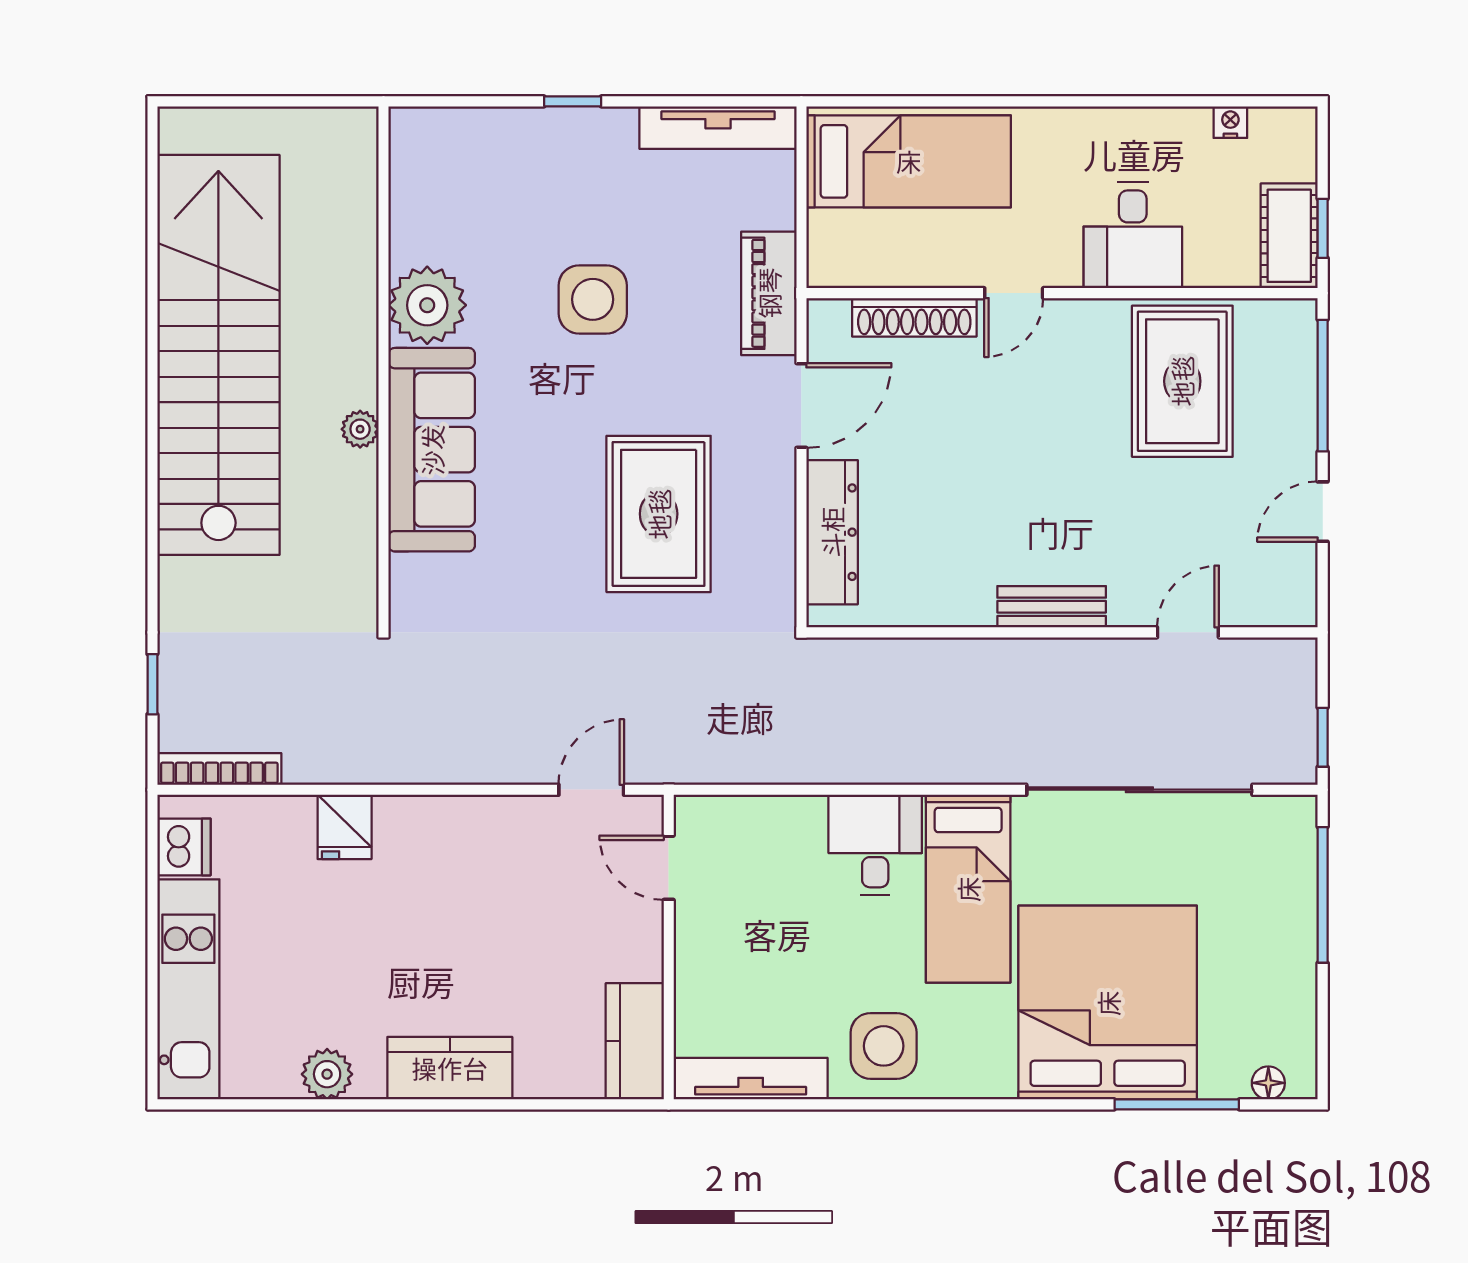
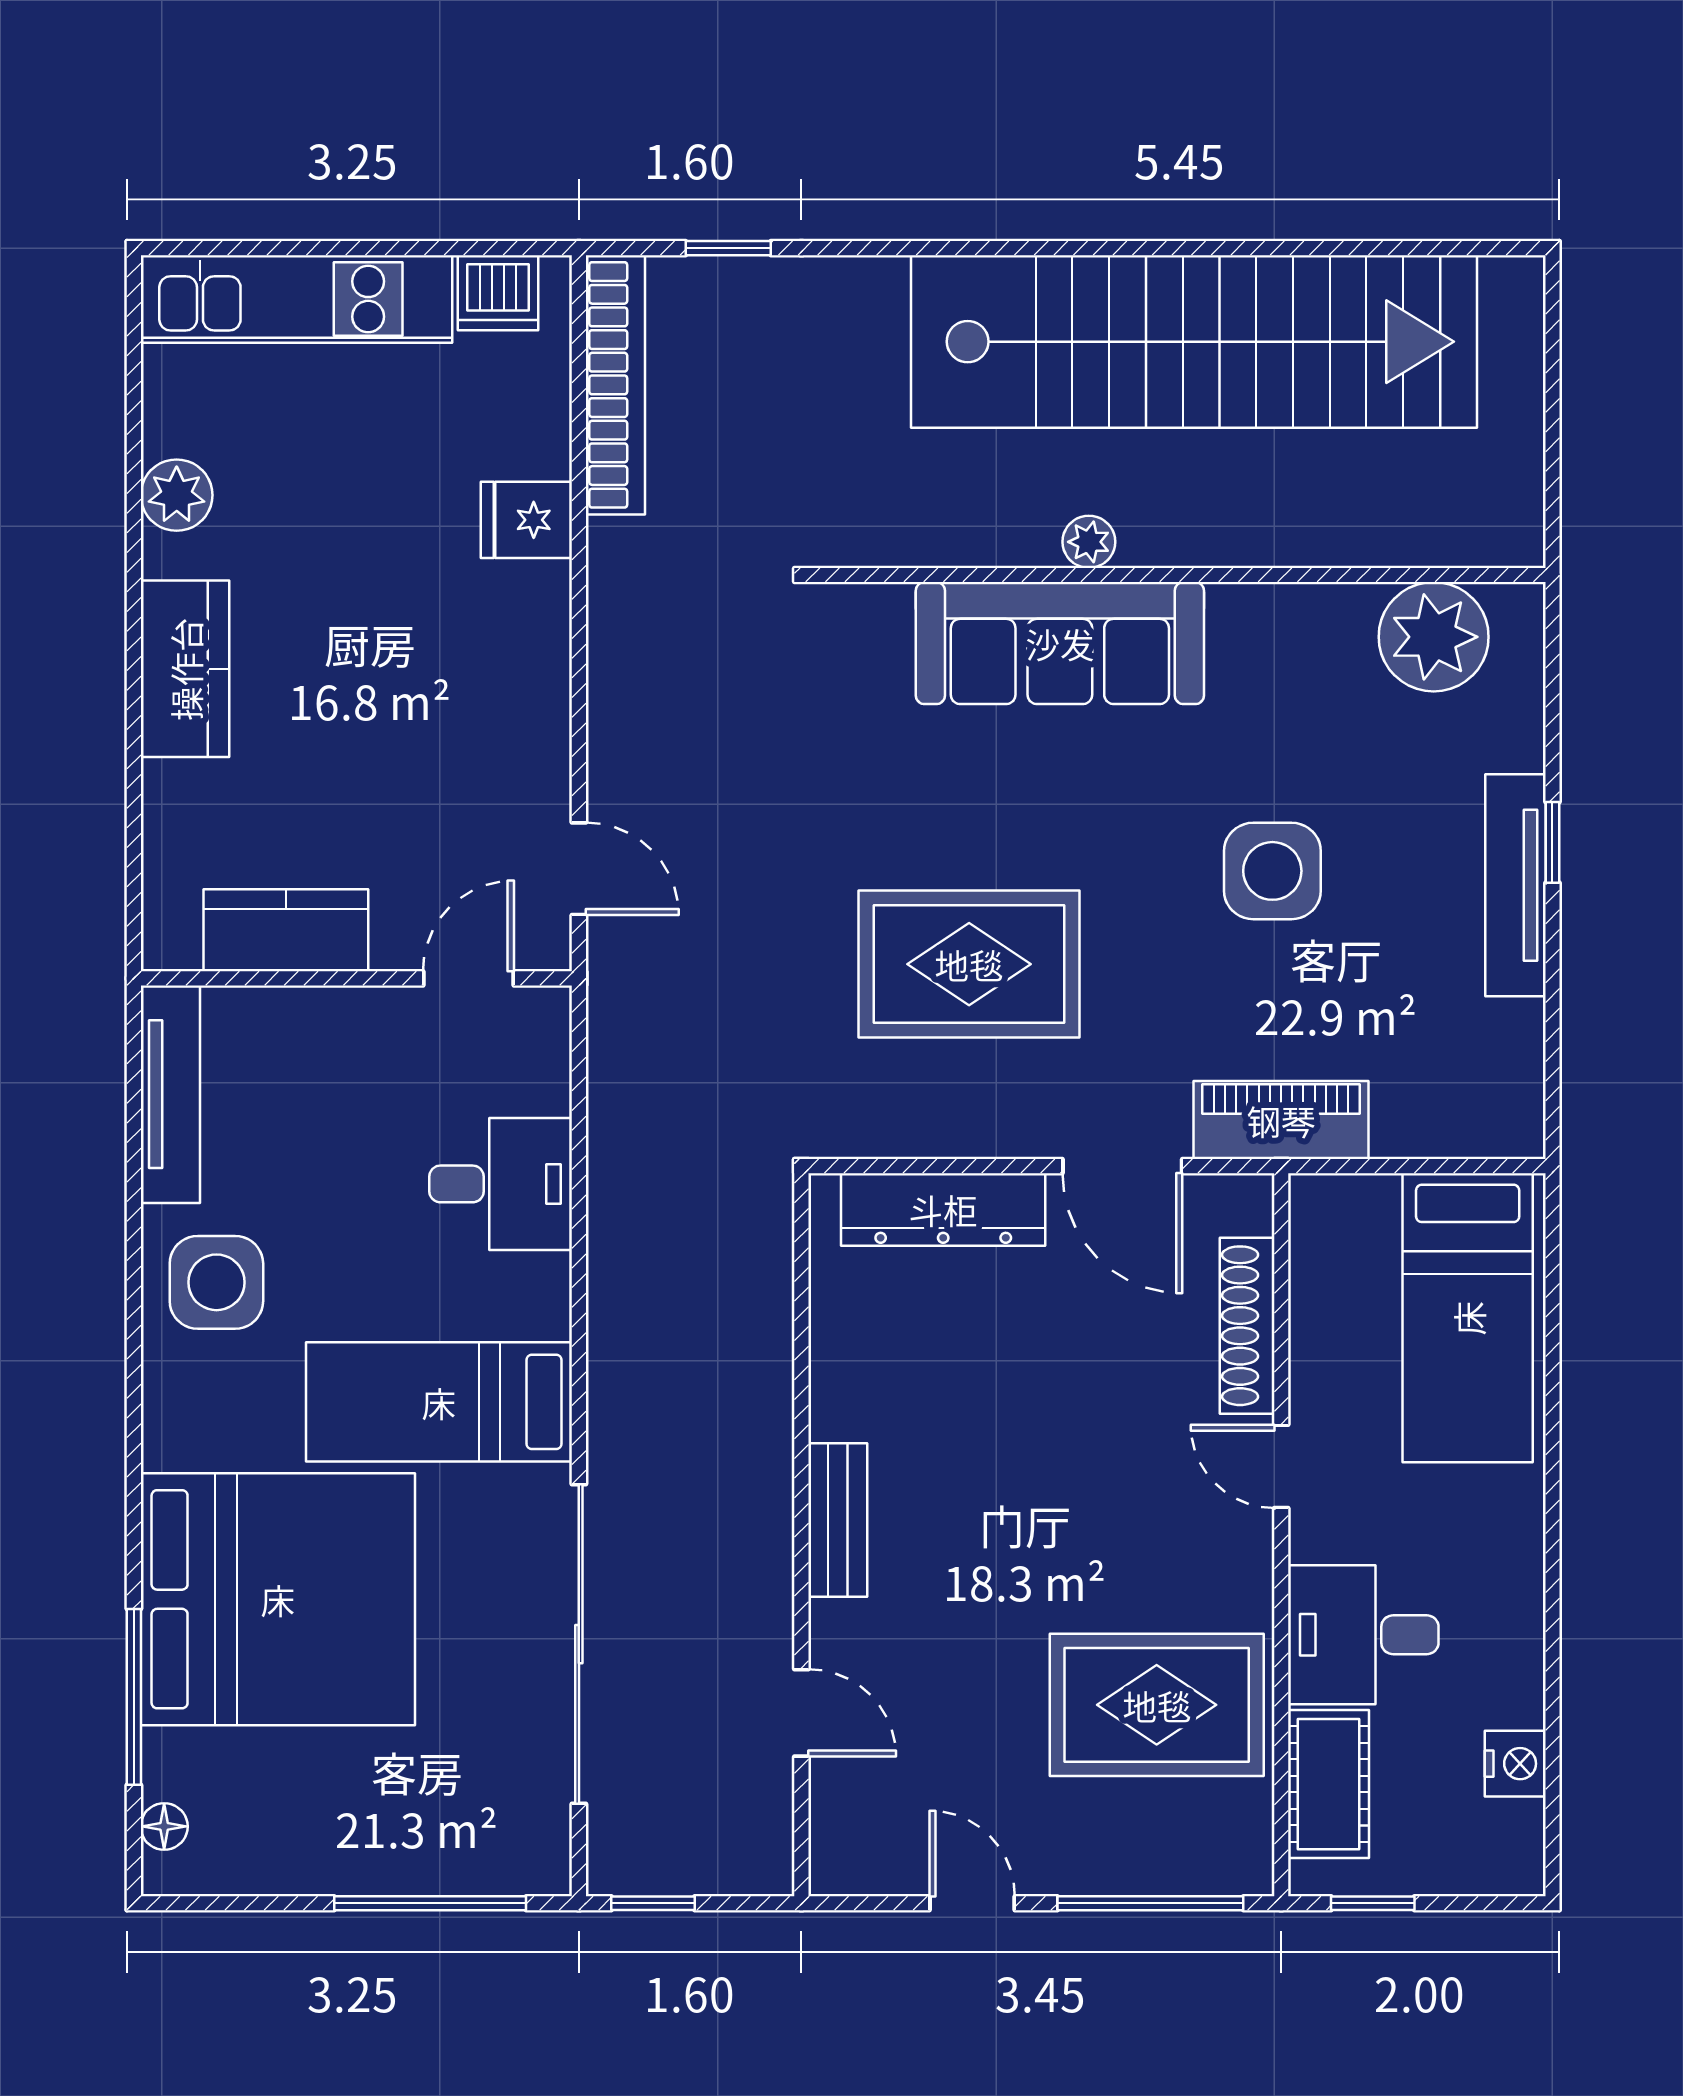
nightstand: (1230, 122) -> (1515, 1764), width x1.39, depth x1.35
tv unit: (718, 128) -> (1515, 885), moved
cot: (1289, 236) -> (1328, 1784), moved, turned 90
plant: (427, 305) -> (1434, 637), moved
bookcase: (219, 769) -> (615, 385), width x1.48, depth x1.31
desk: (875, 845) -> (501, 1184), moved
kitchen counter: (635, 1041) -> (286, 930), moved

